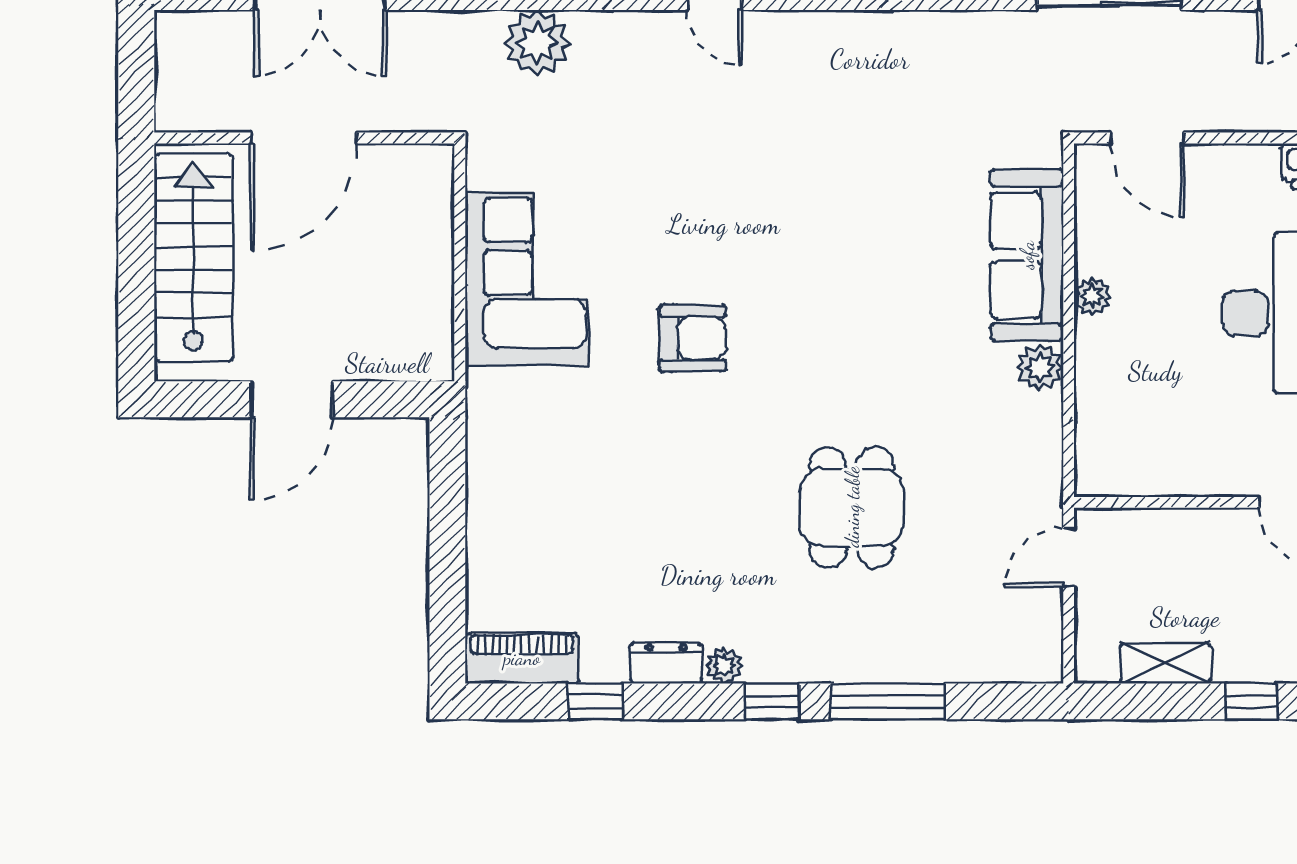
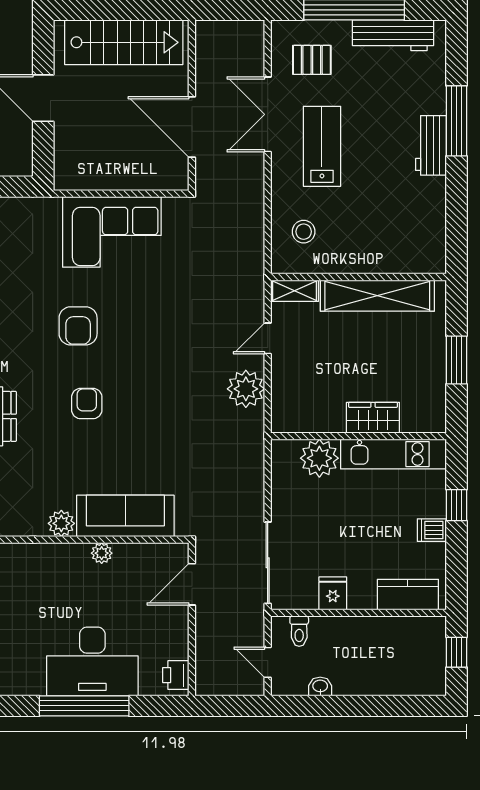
plant: (537, 43) -> (246, 389), moved
door: (304, 138) -> (192, 127), moved
armchair: (829, 323) -> (87, 404), added

